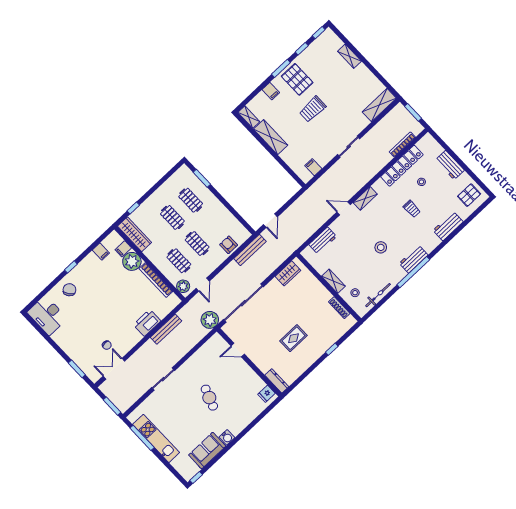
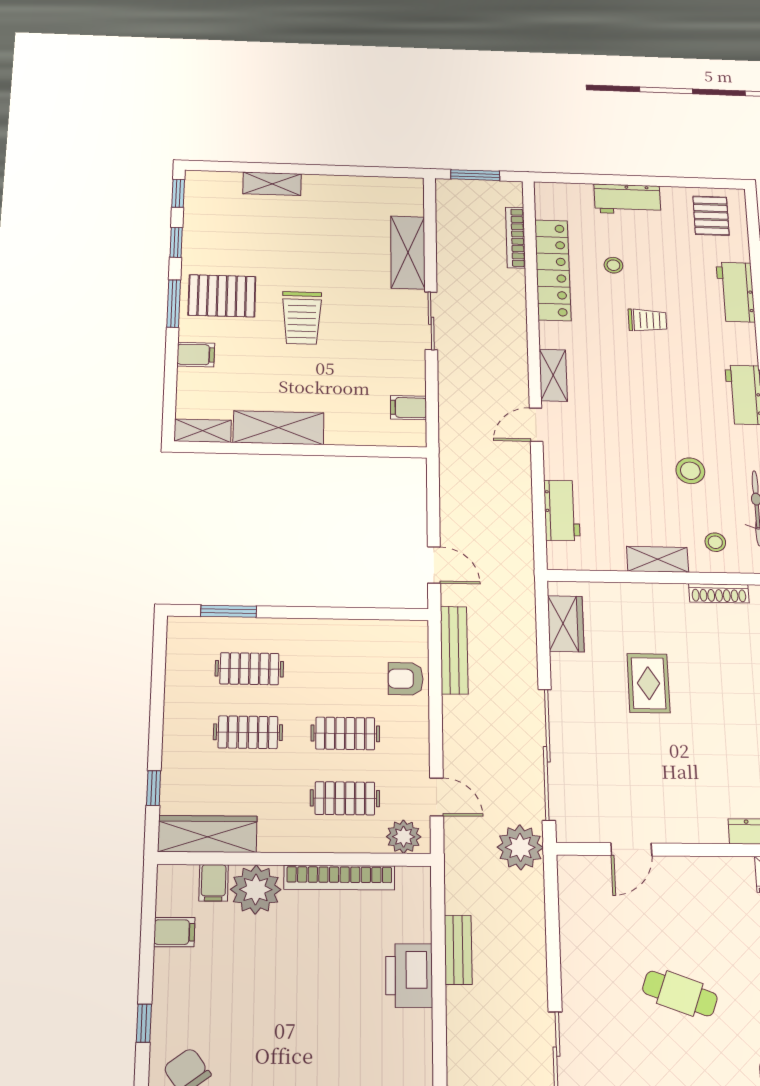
shelving: (379, 105) -> (408, 252), moved
stool: (381, 247) -> (690, 471), moved
bench: (166, 329) -> (458, 950), width x0.73
rug: (293, 338) -> (648, 683), moved

